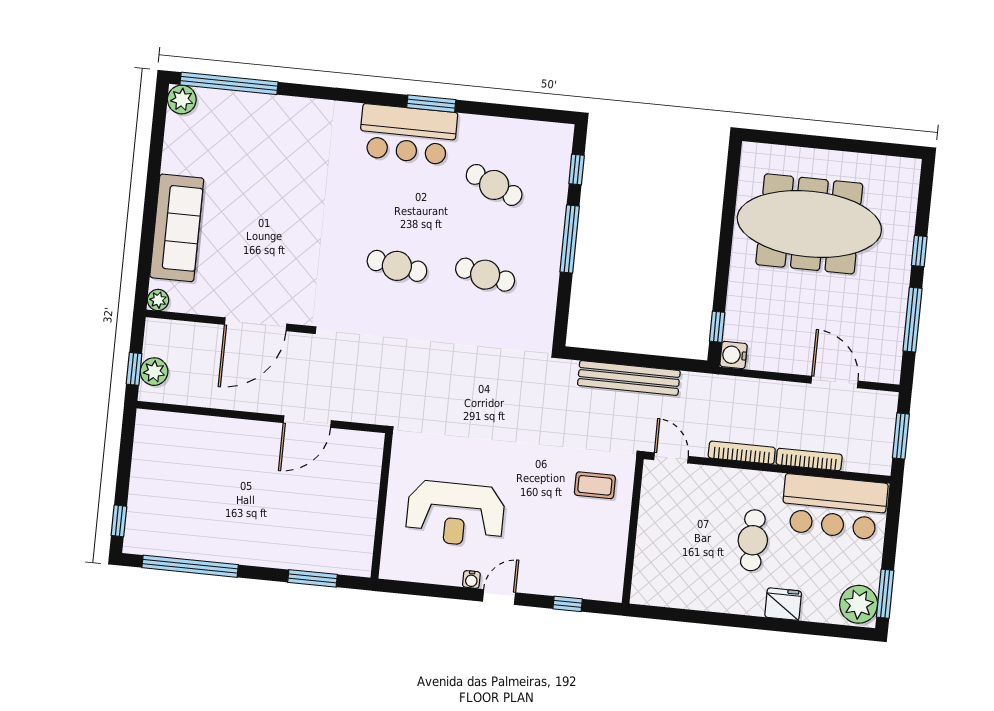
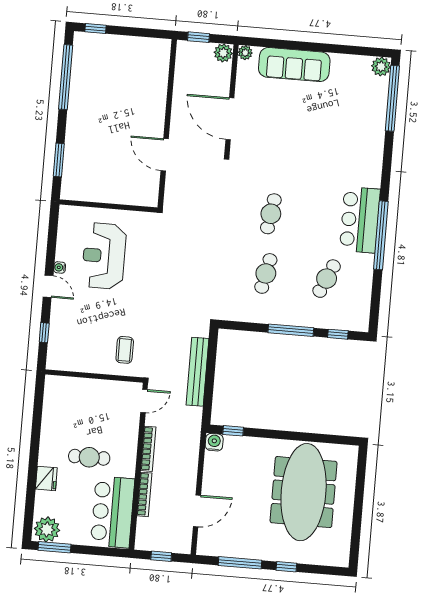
window: (431, 104) -> (381, 235), width x2.11
plant: (154, 372) -> (223, 53), moved
window: (901, 436) -> (161, 556), width x0.67

